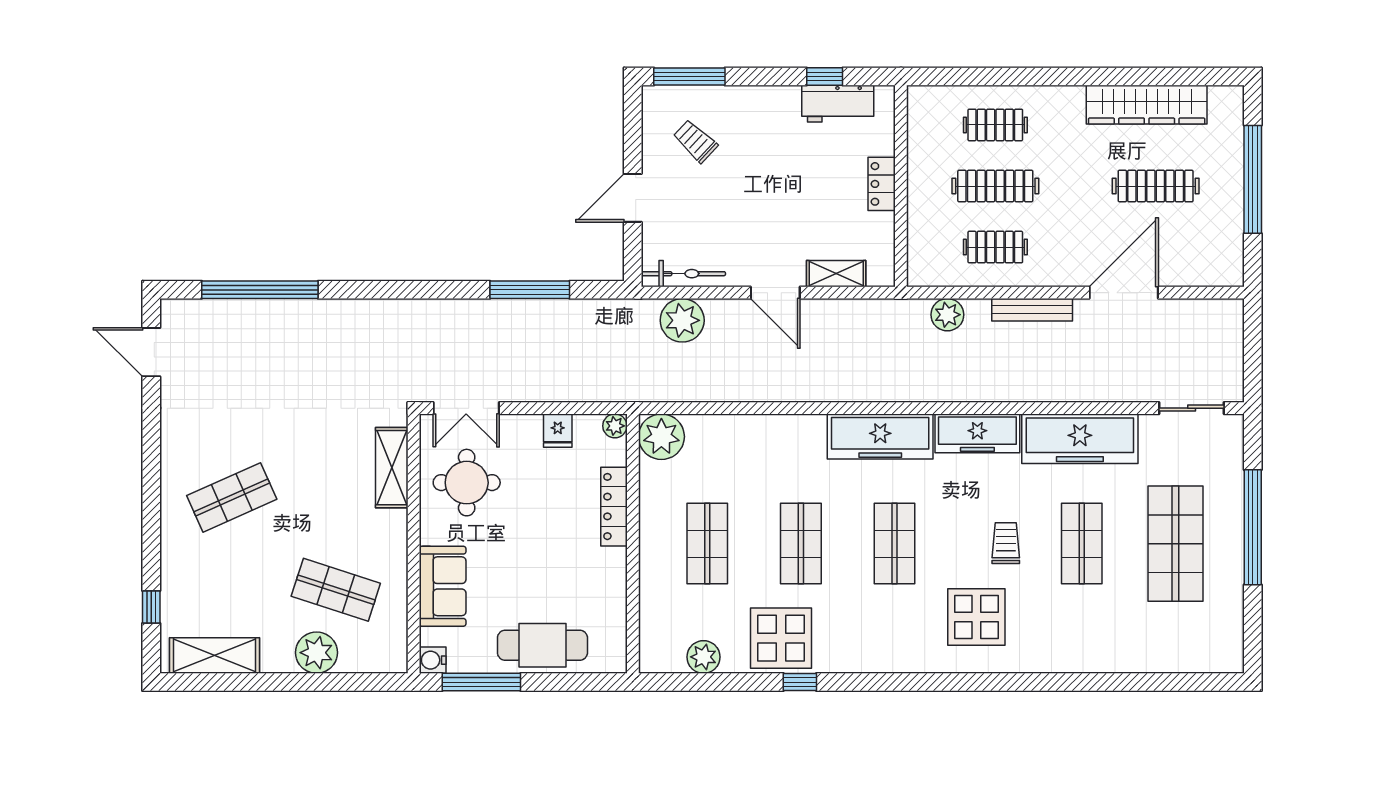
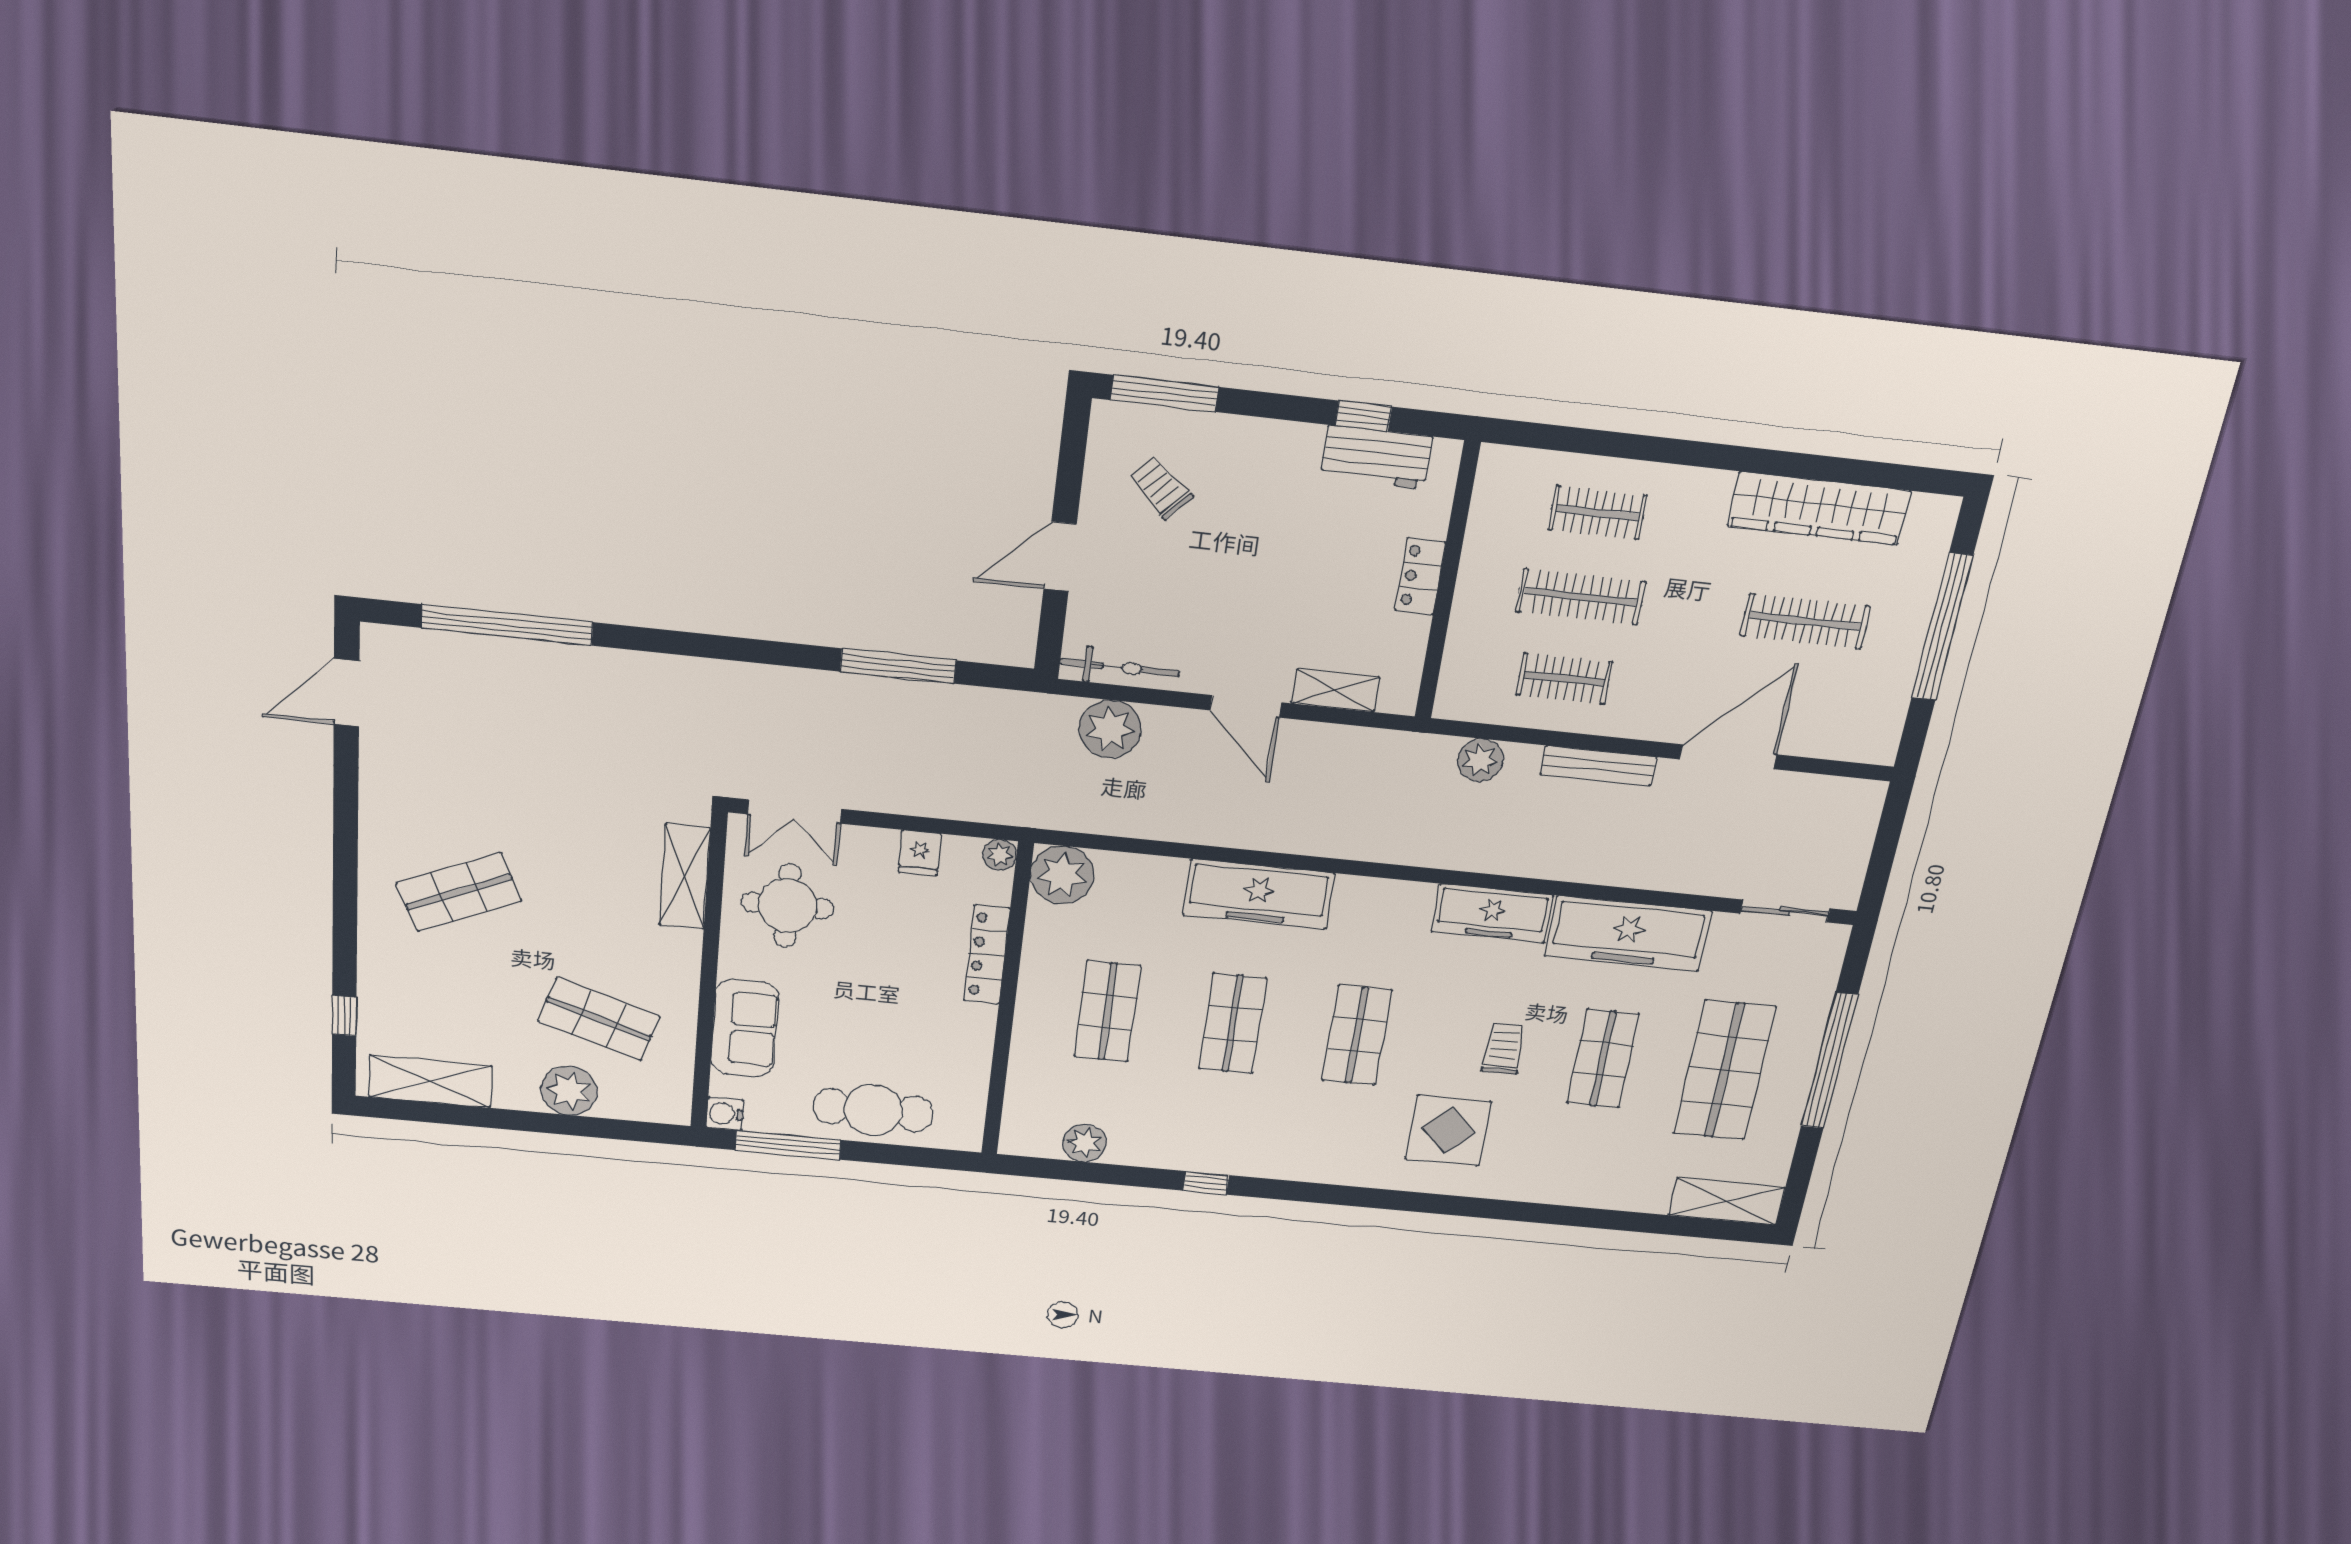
door: (151, 352) -> (347, 693), hinge flipped
freezer: (880, 436) -> (1258, 894), moved
display table: (781, 638) -> (1189, 1131), removed
shelving: (1202, 656) -> (1727, 1201), added

